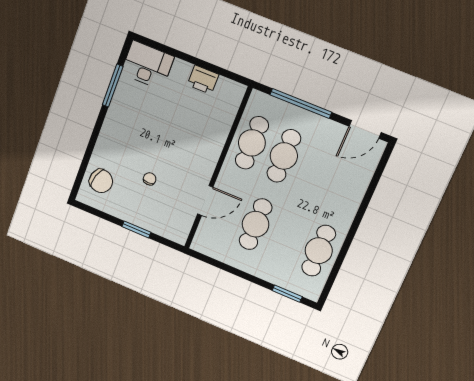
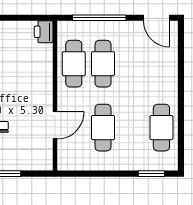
printer: (203, 80) -> (44, 32), moved, turned 90
door: (365, 129) -> (157, 18), hinge flipped

